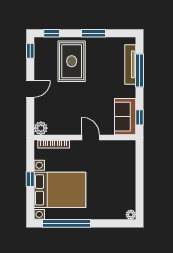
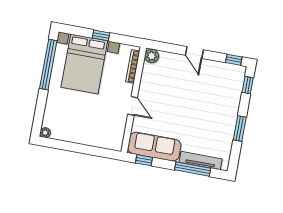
rug: (72, 61) -> (215, 101), removed
sofa: (125, 117) -> (154, 147), width x1.36
door: (91, 137) -> (133, 106), hinge flipped

